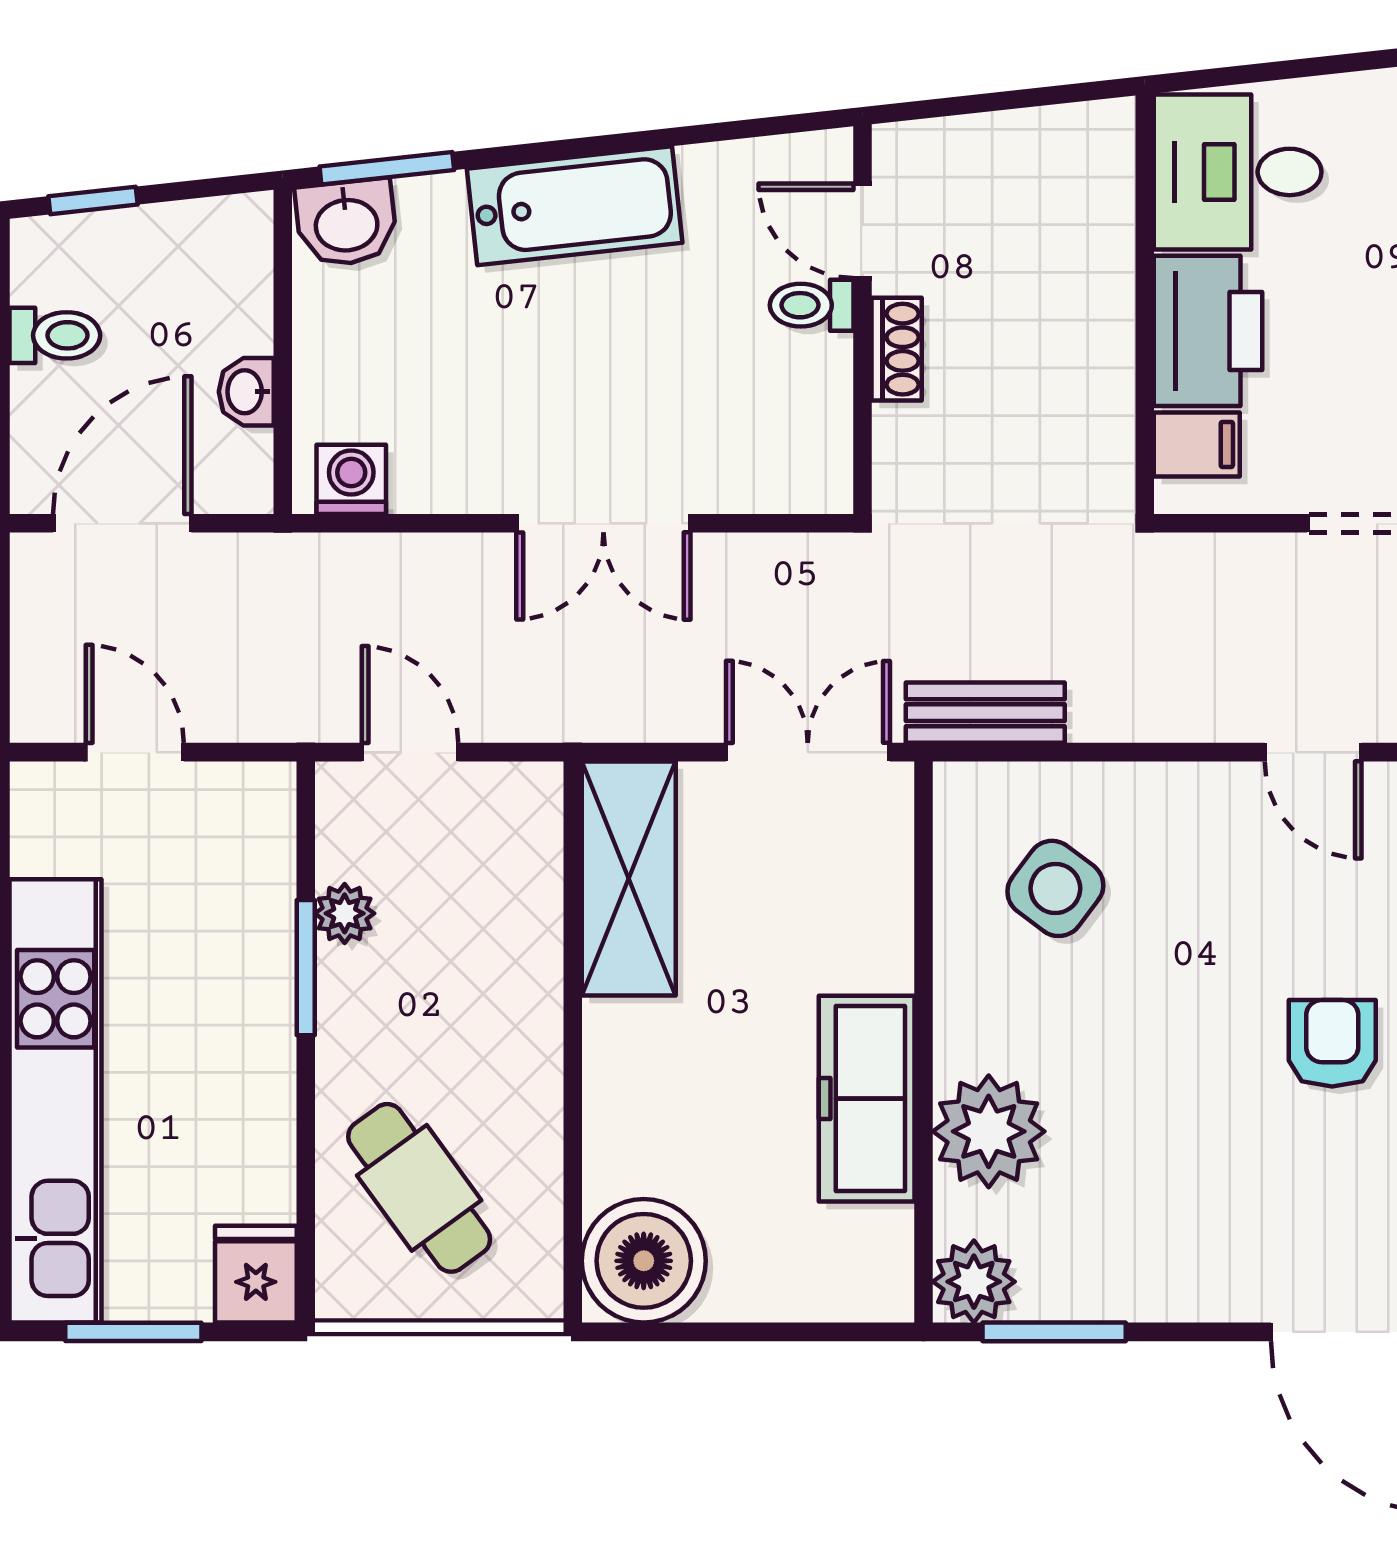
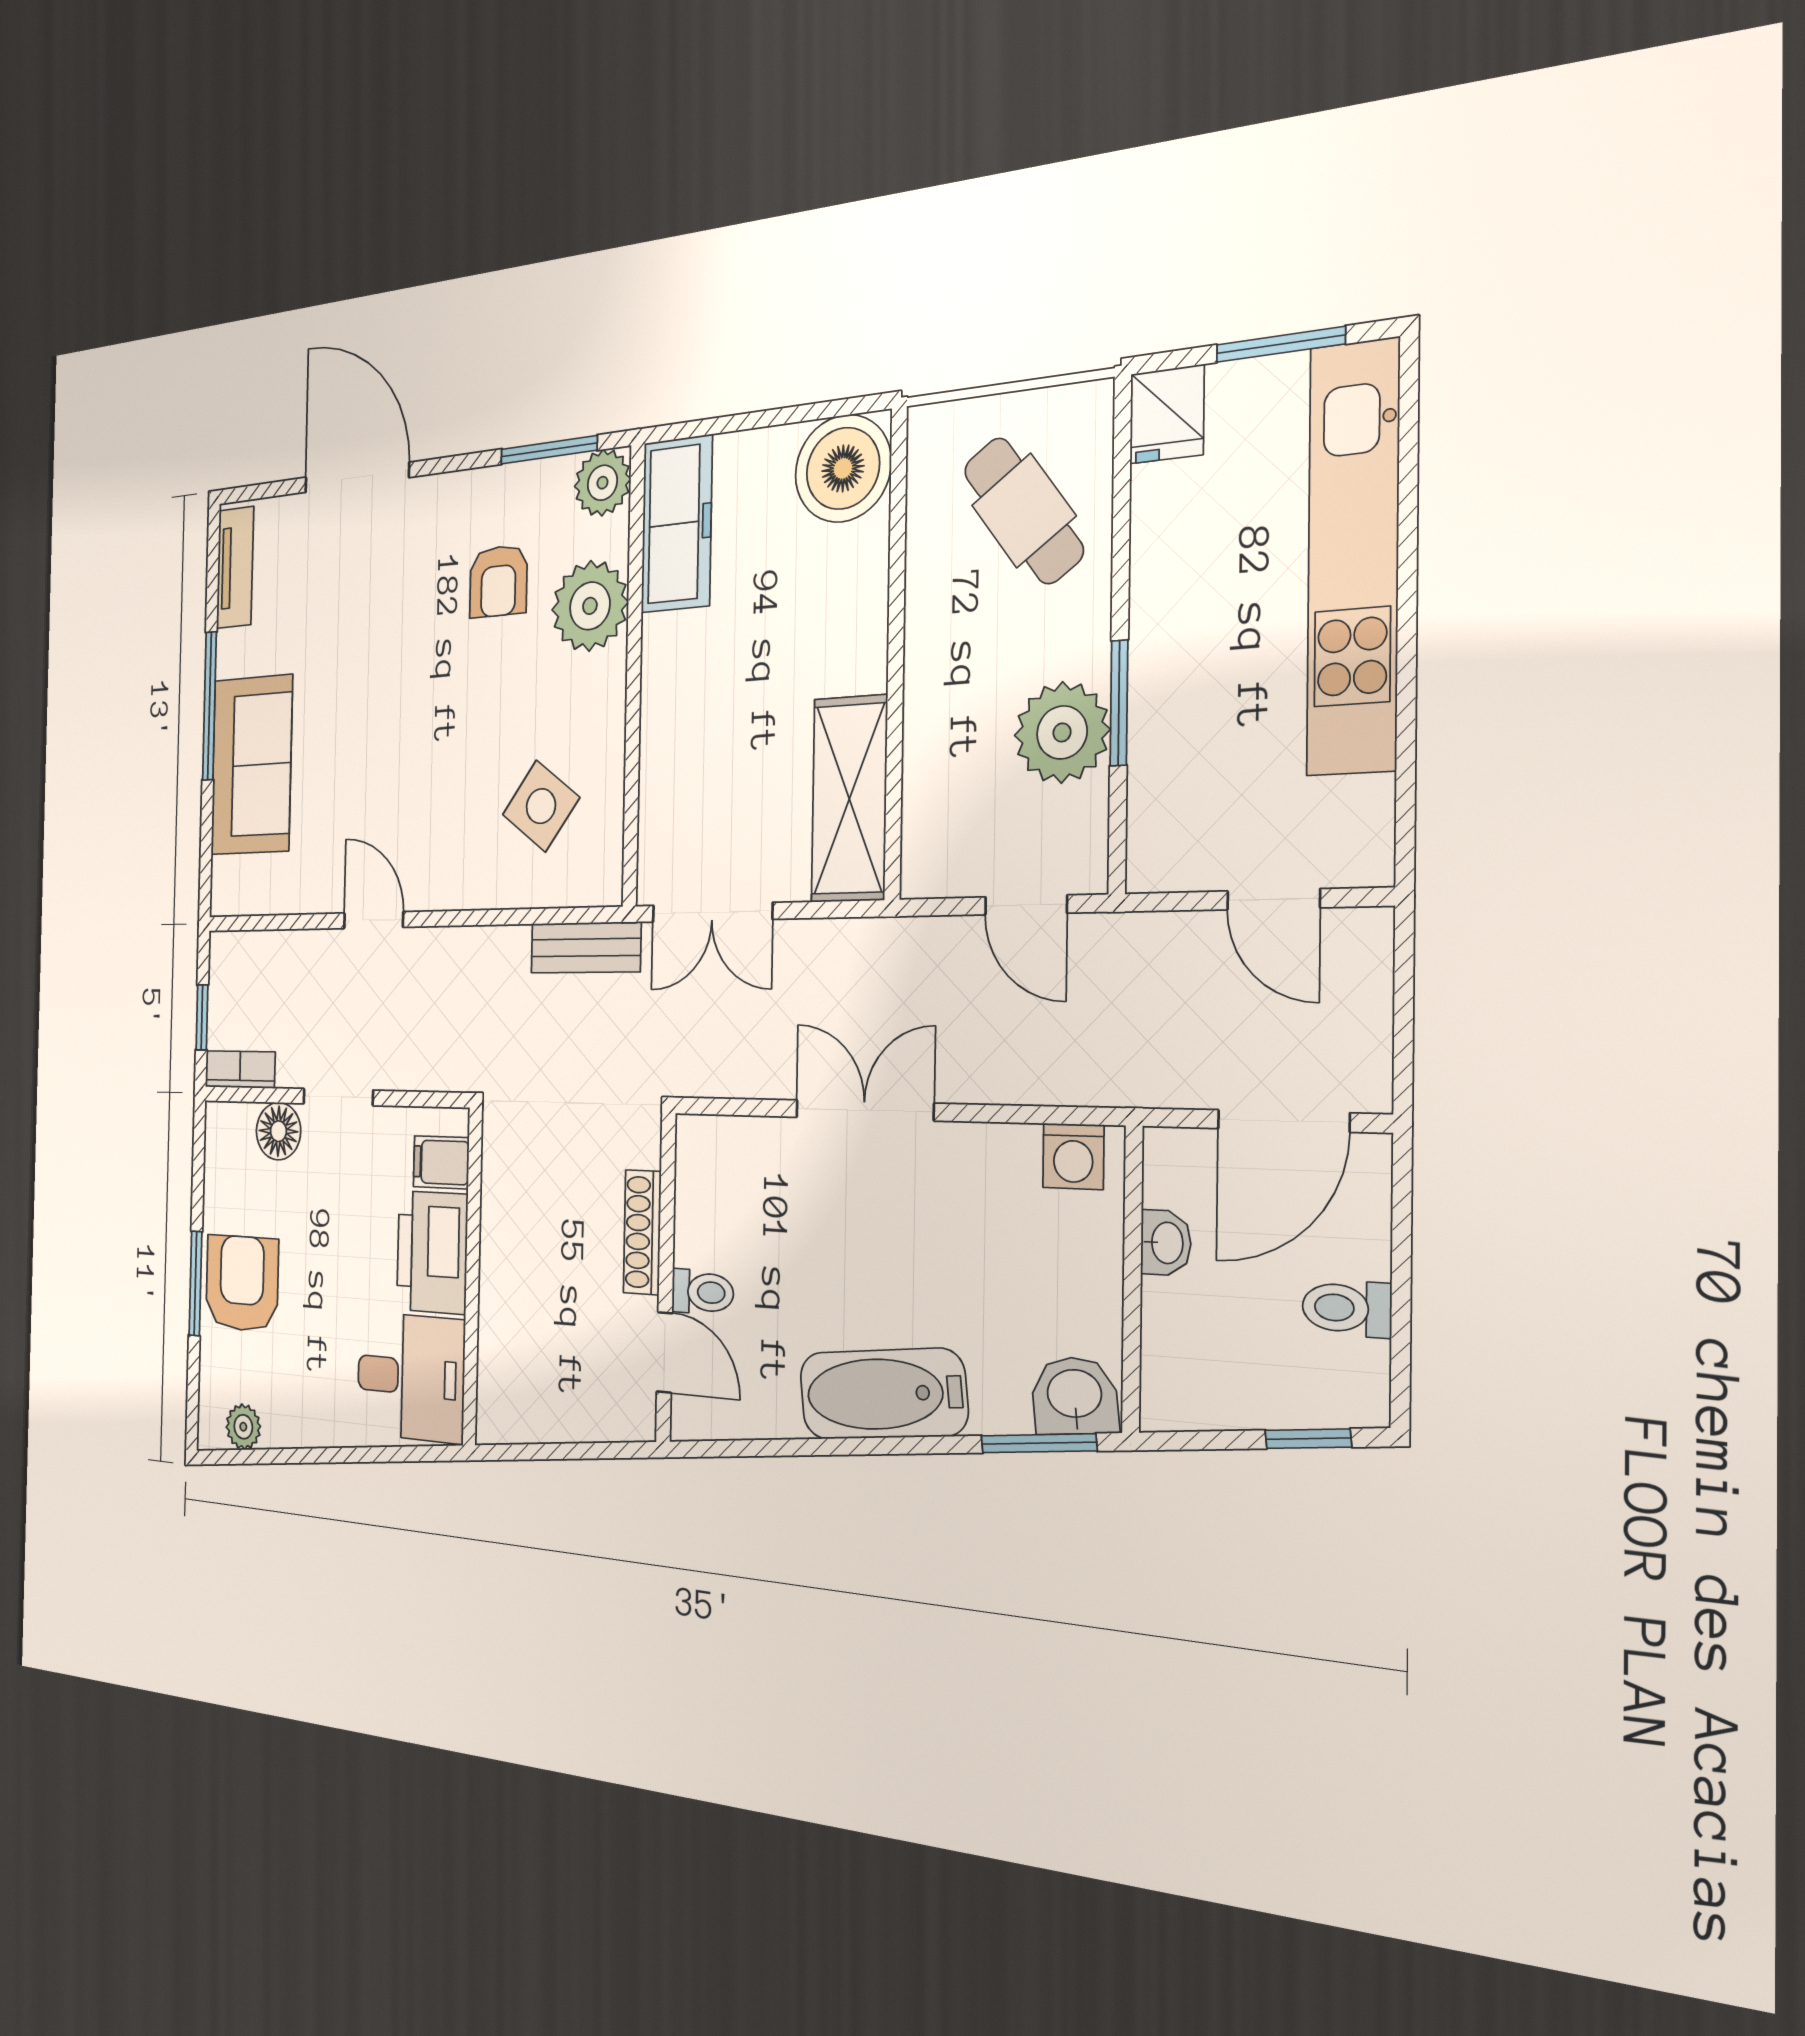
shoe rack: (897, 349) -> (642, 1232), width x1.43
plant: (345, 913) -> (1062, 732), width x1.88, depth x1.88
armchair: (1332, 1043) -> (498, 581), moved
freezer: (867, 1099) -> (677, 524), moved

